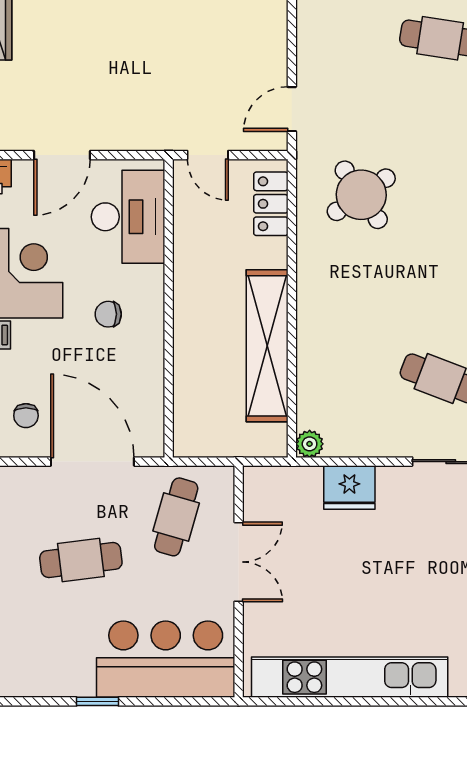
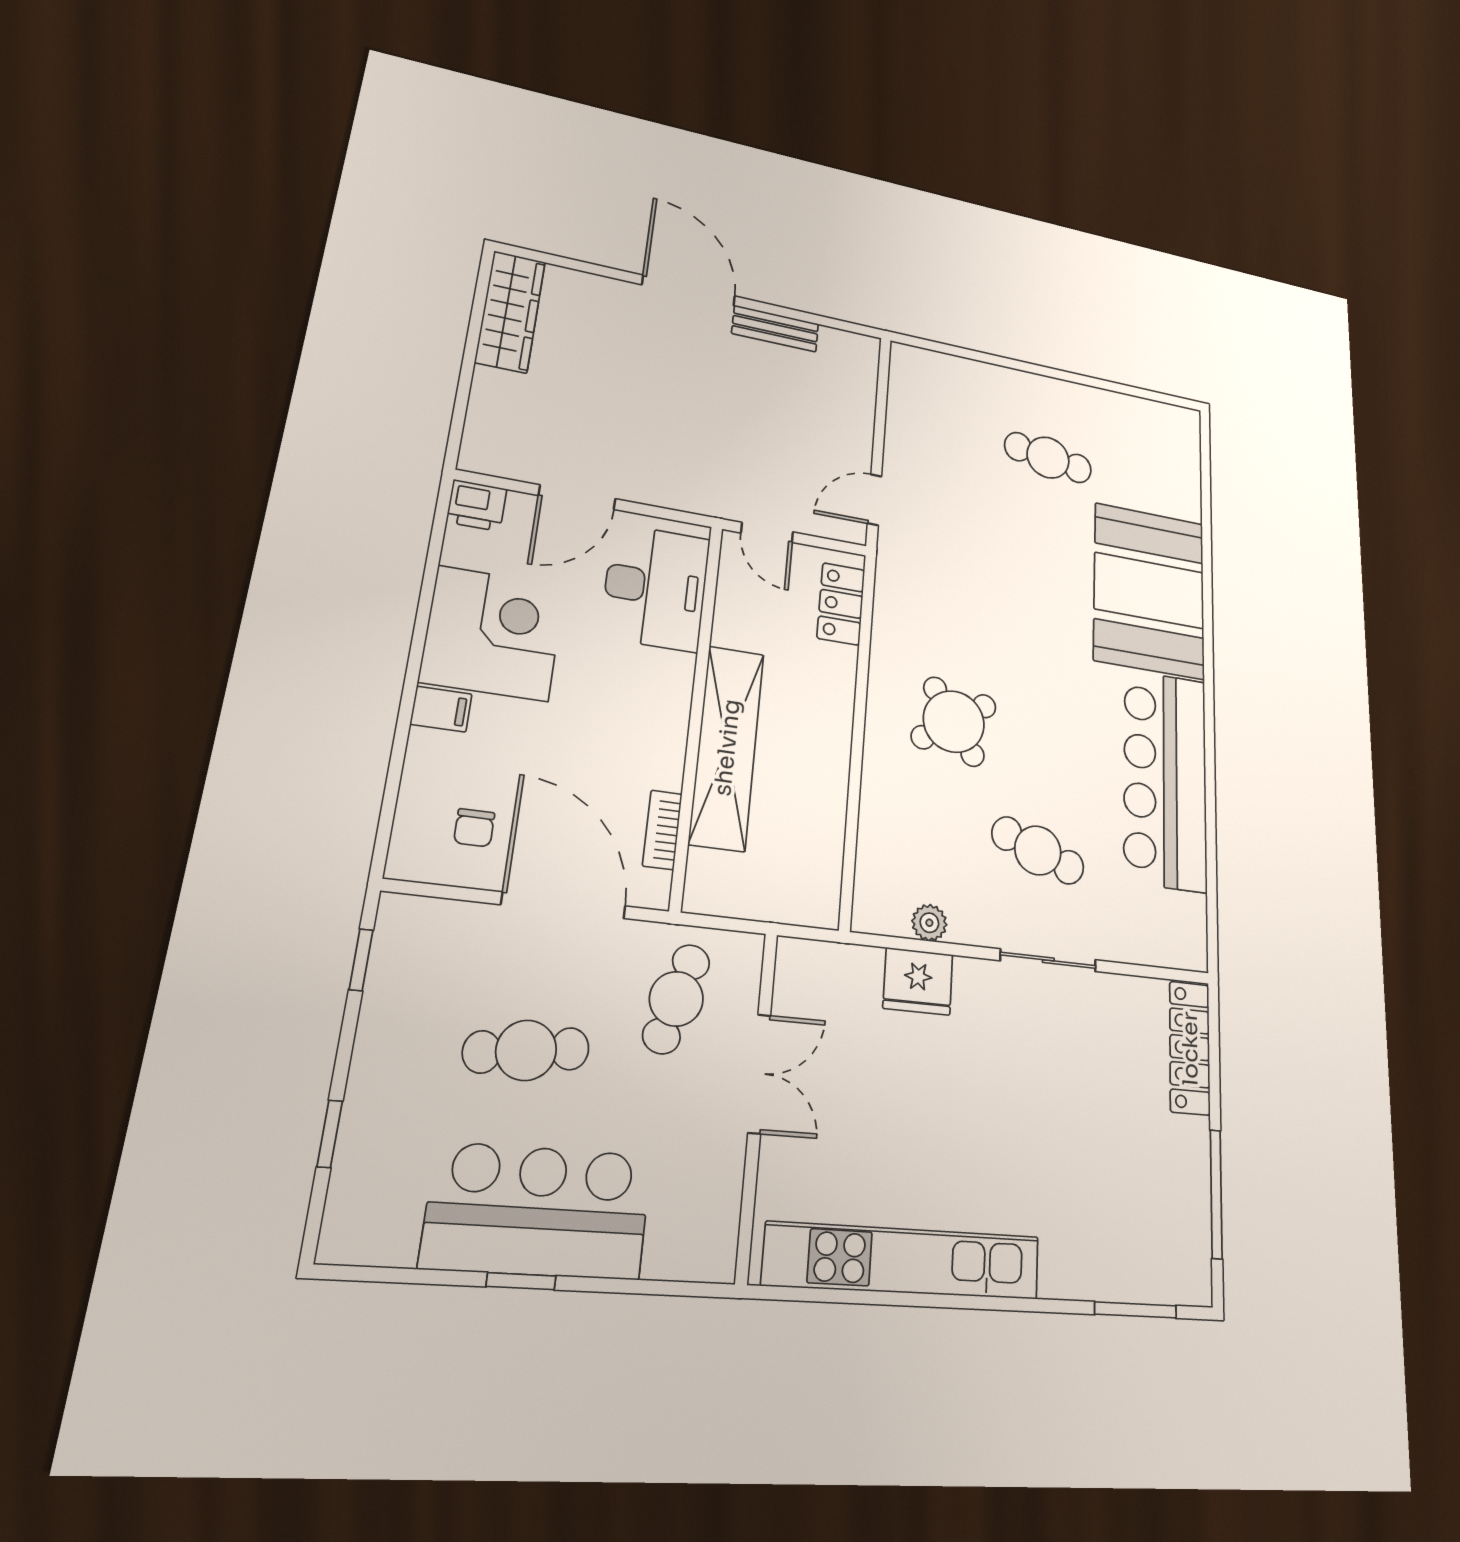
round table: (361, 195) -> (954, 722), moved
chair: (108, 314) -> (613, 706), removed
shelving: (267, 346) -> (727, 747), moved
bookcase: (153, 400) -> (662, 830), added
plant: (310, 444) -> (929, 923), moved
bar counter: (166, 659) -> (538, 1211), moved

